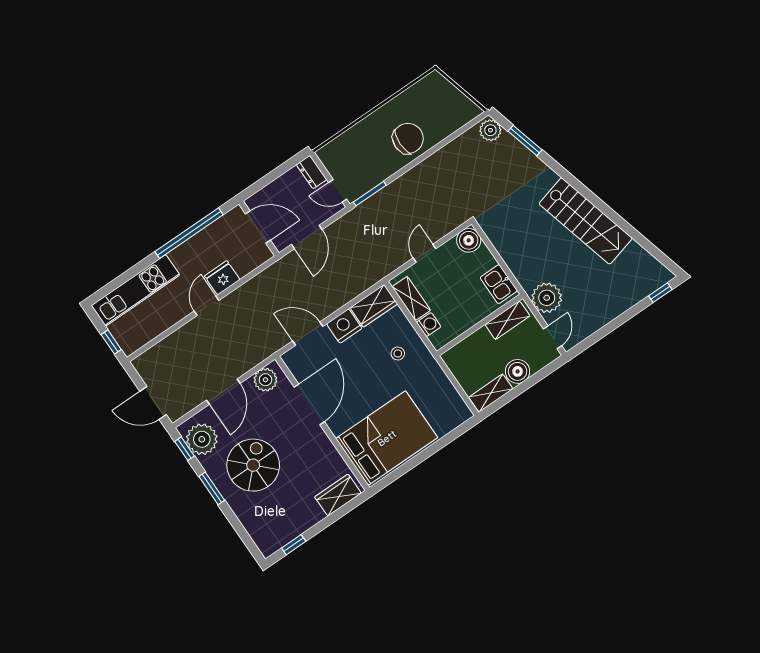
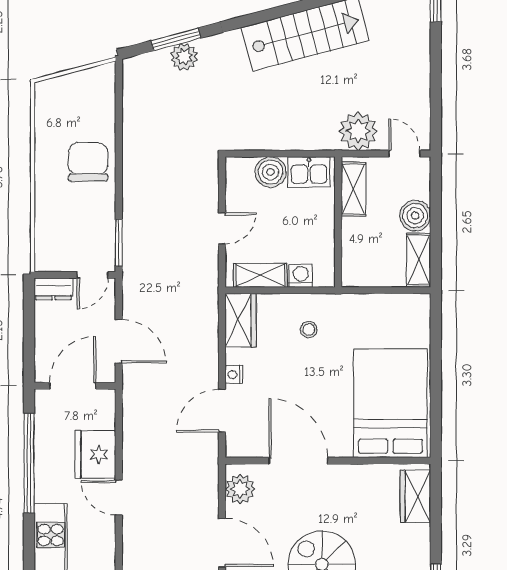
plant: (490, 130) -> (184, 57), moved
boiler: (469, 240) -> (270, 172), moved
door: (424, 253) -> (222, 228), swing flipped
fridge: (222, 278) -> (95, 454), width x1.36, depth x1.34
nightstand: (344, 326) -> (234, 375), width x0.53, depth x0.56

